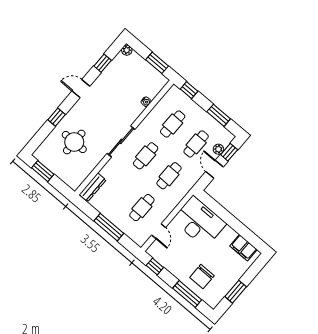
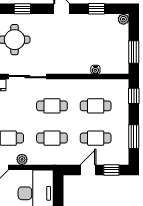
sliding door: (121, 141) -> (27, 77), moved
plant: (218, 149) -> (22, 159), moved

